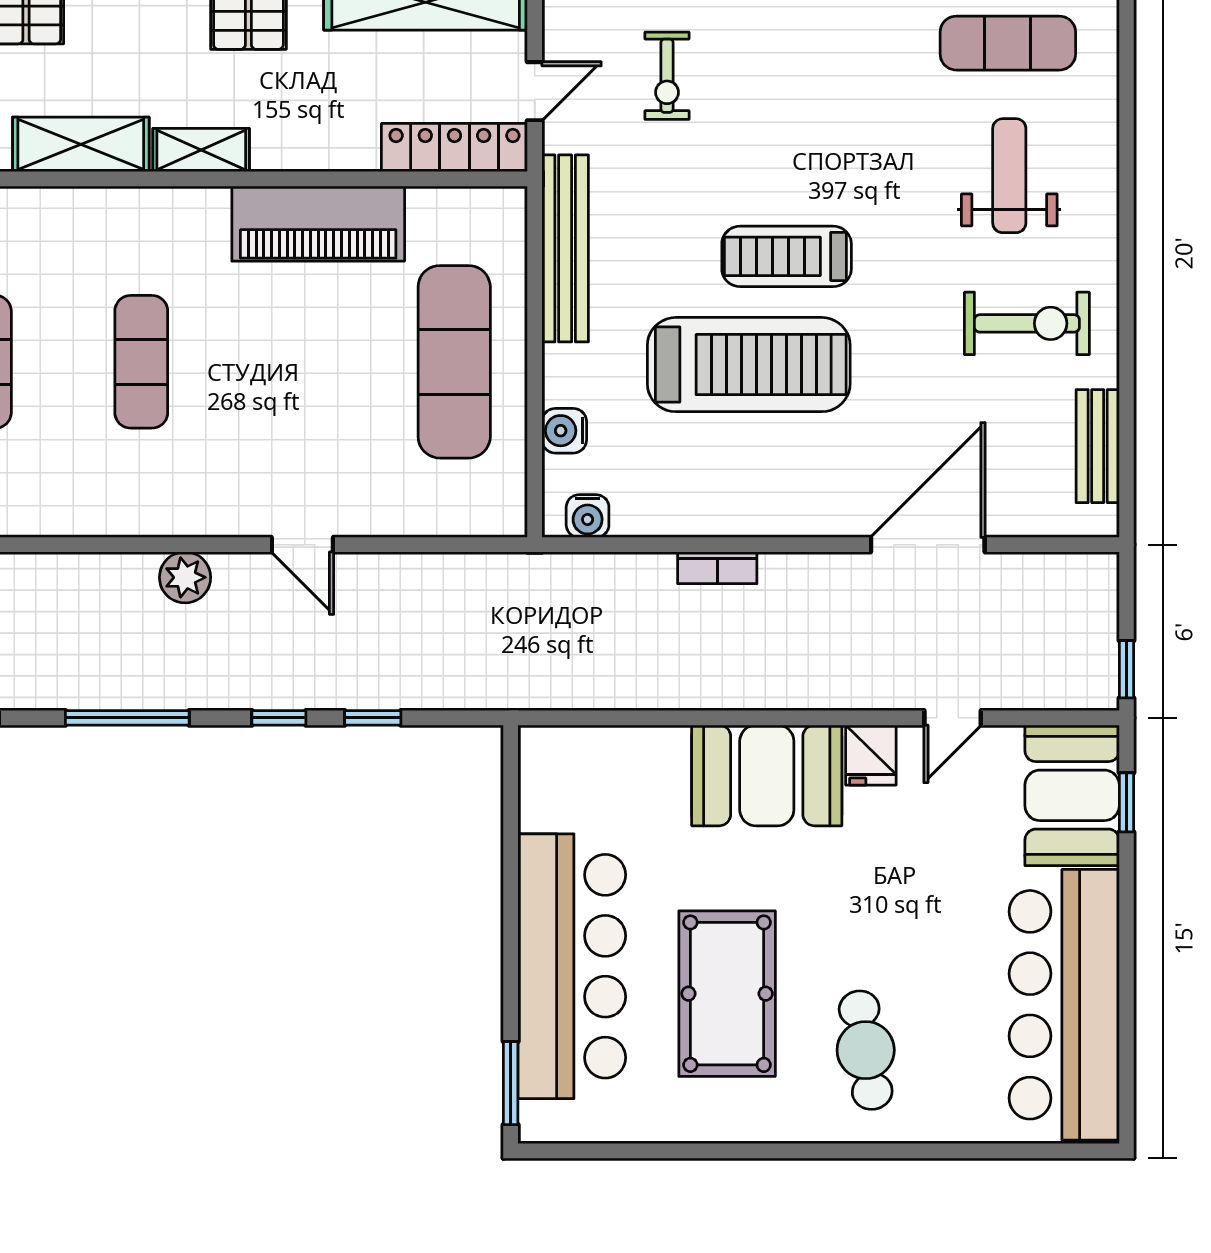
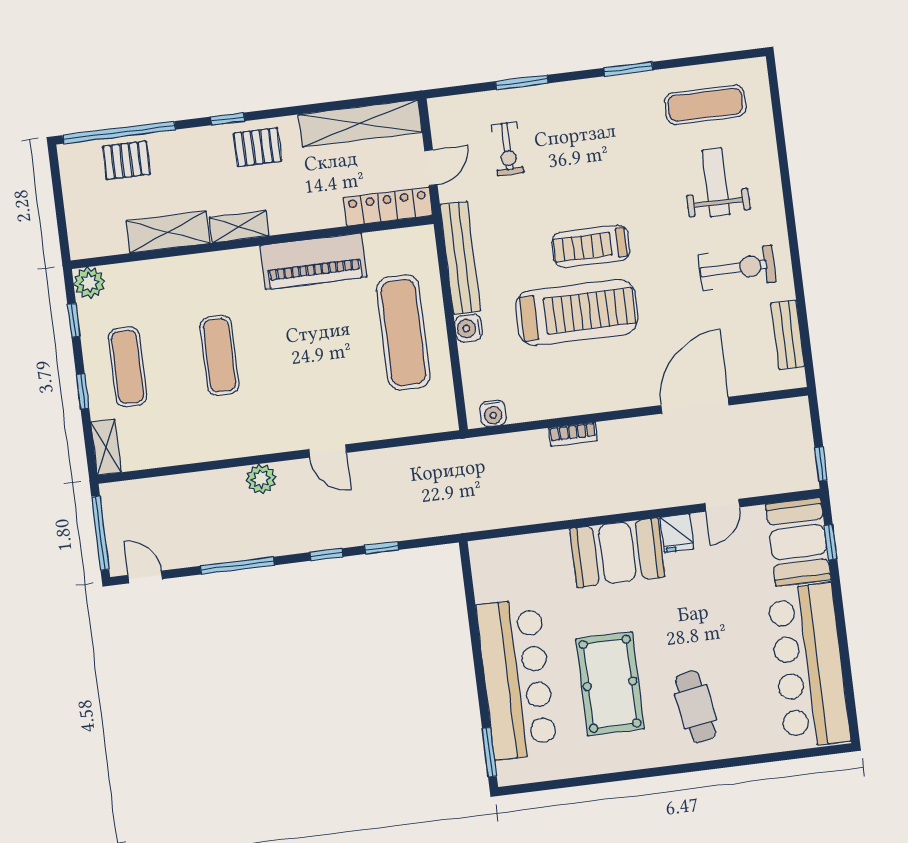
water cooler: (564, 431) -> (468, 328), moved

